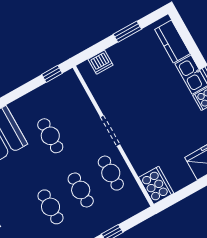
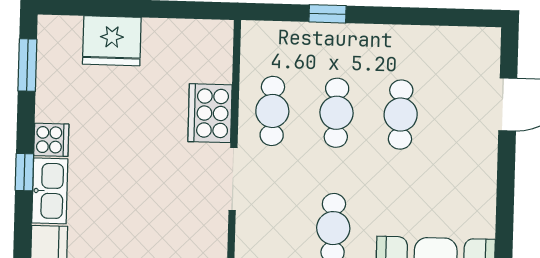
cooker: (156, 185) -> (210, 113), moved

